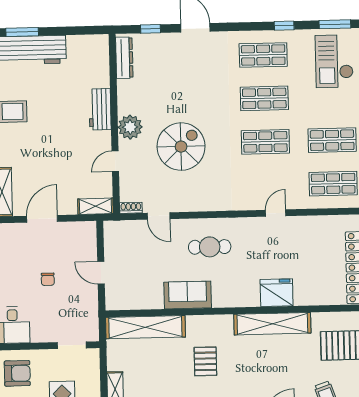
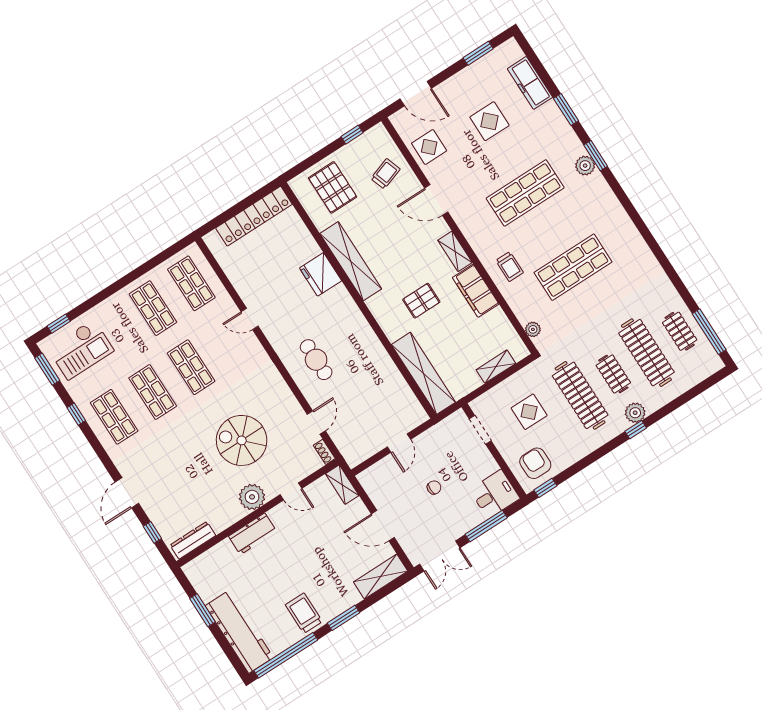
window: (22, 32) -> (203, 610), moved
sofa: (188, 295) -> (371, 353), removed

